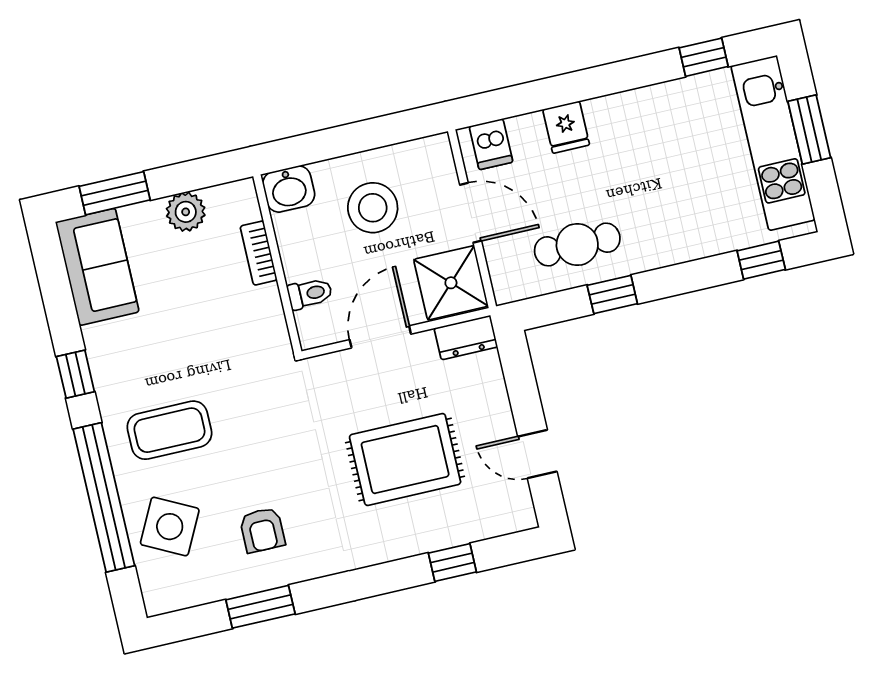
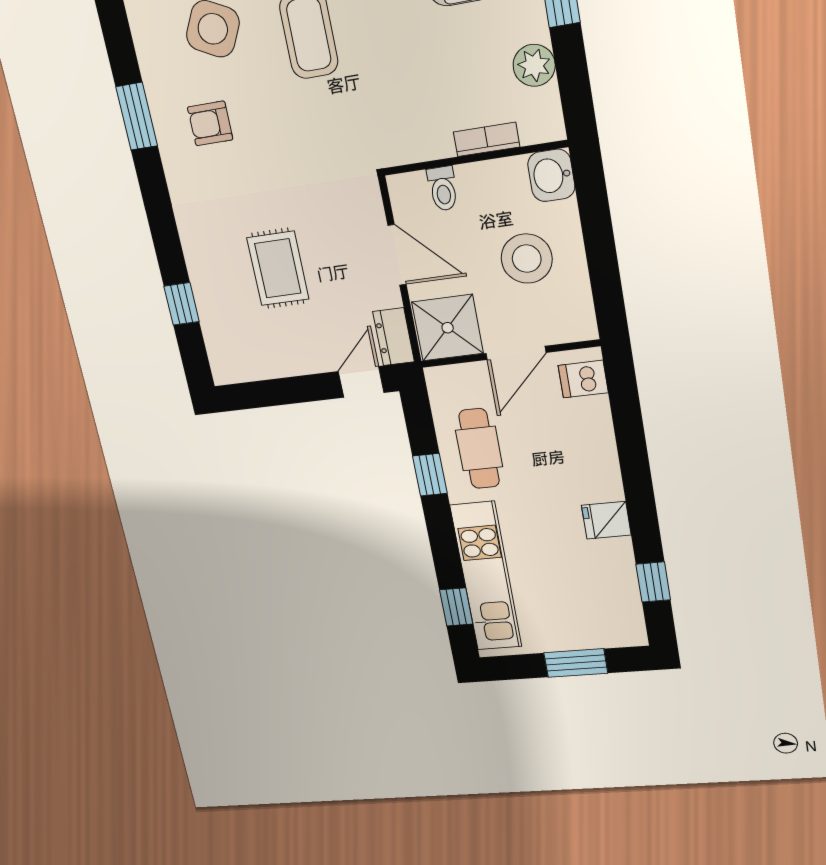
fridge: (566, 127) -> (606, 520), moved
kitchen unit: (773, 143) -> (486, 576), moved, turned 90
door: (537, 454) -> (361, 382), moved
rug: (405, 459) -> (278, 268), width x0.73, depth x0.70

